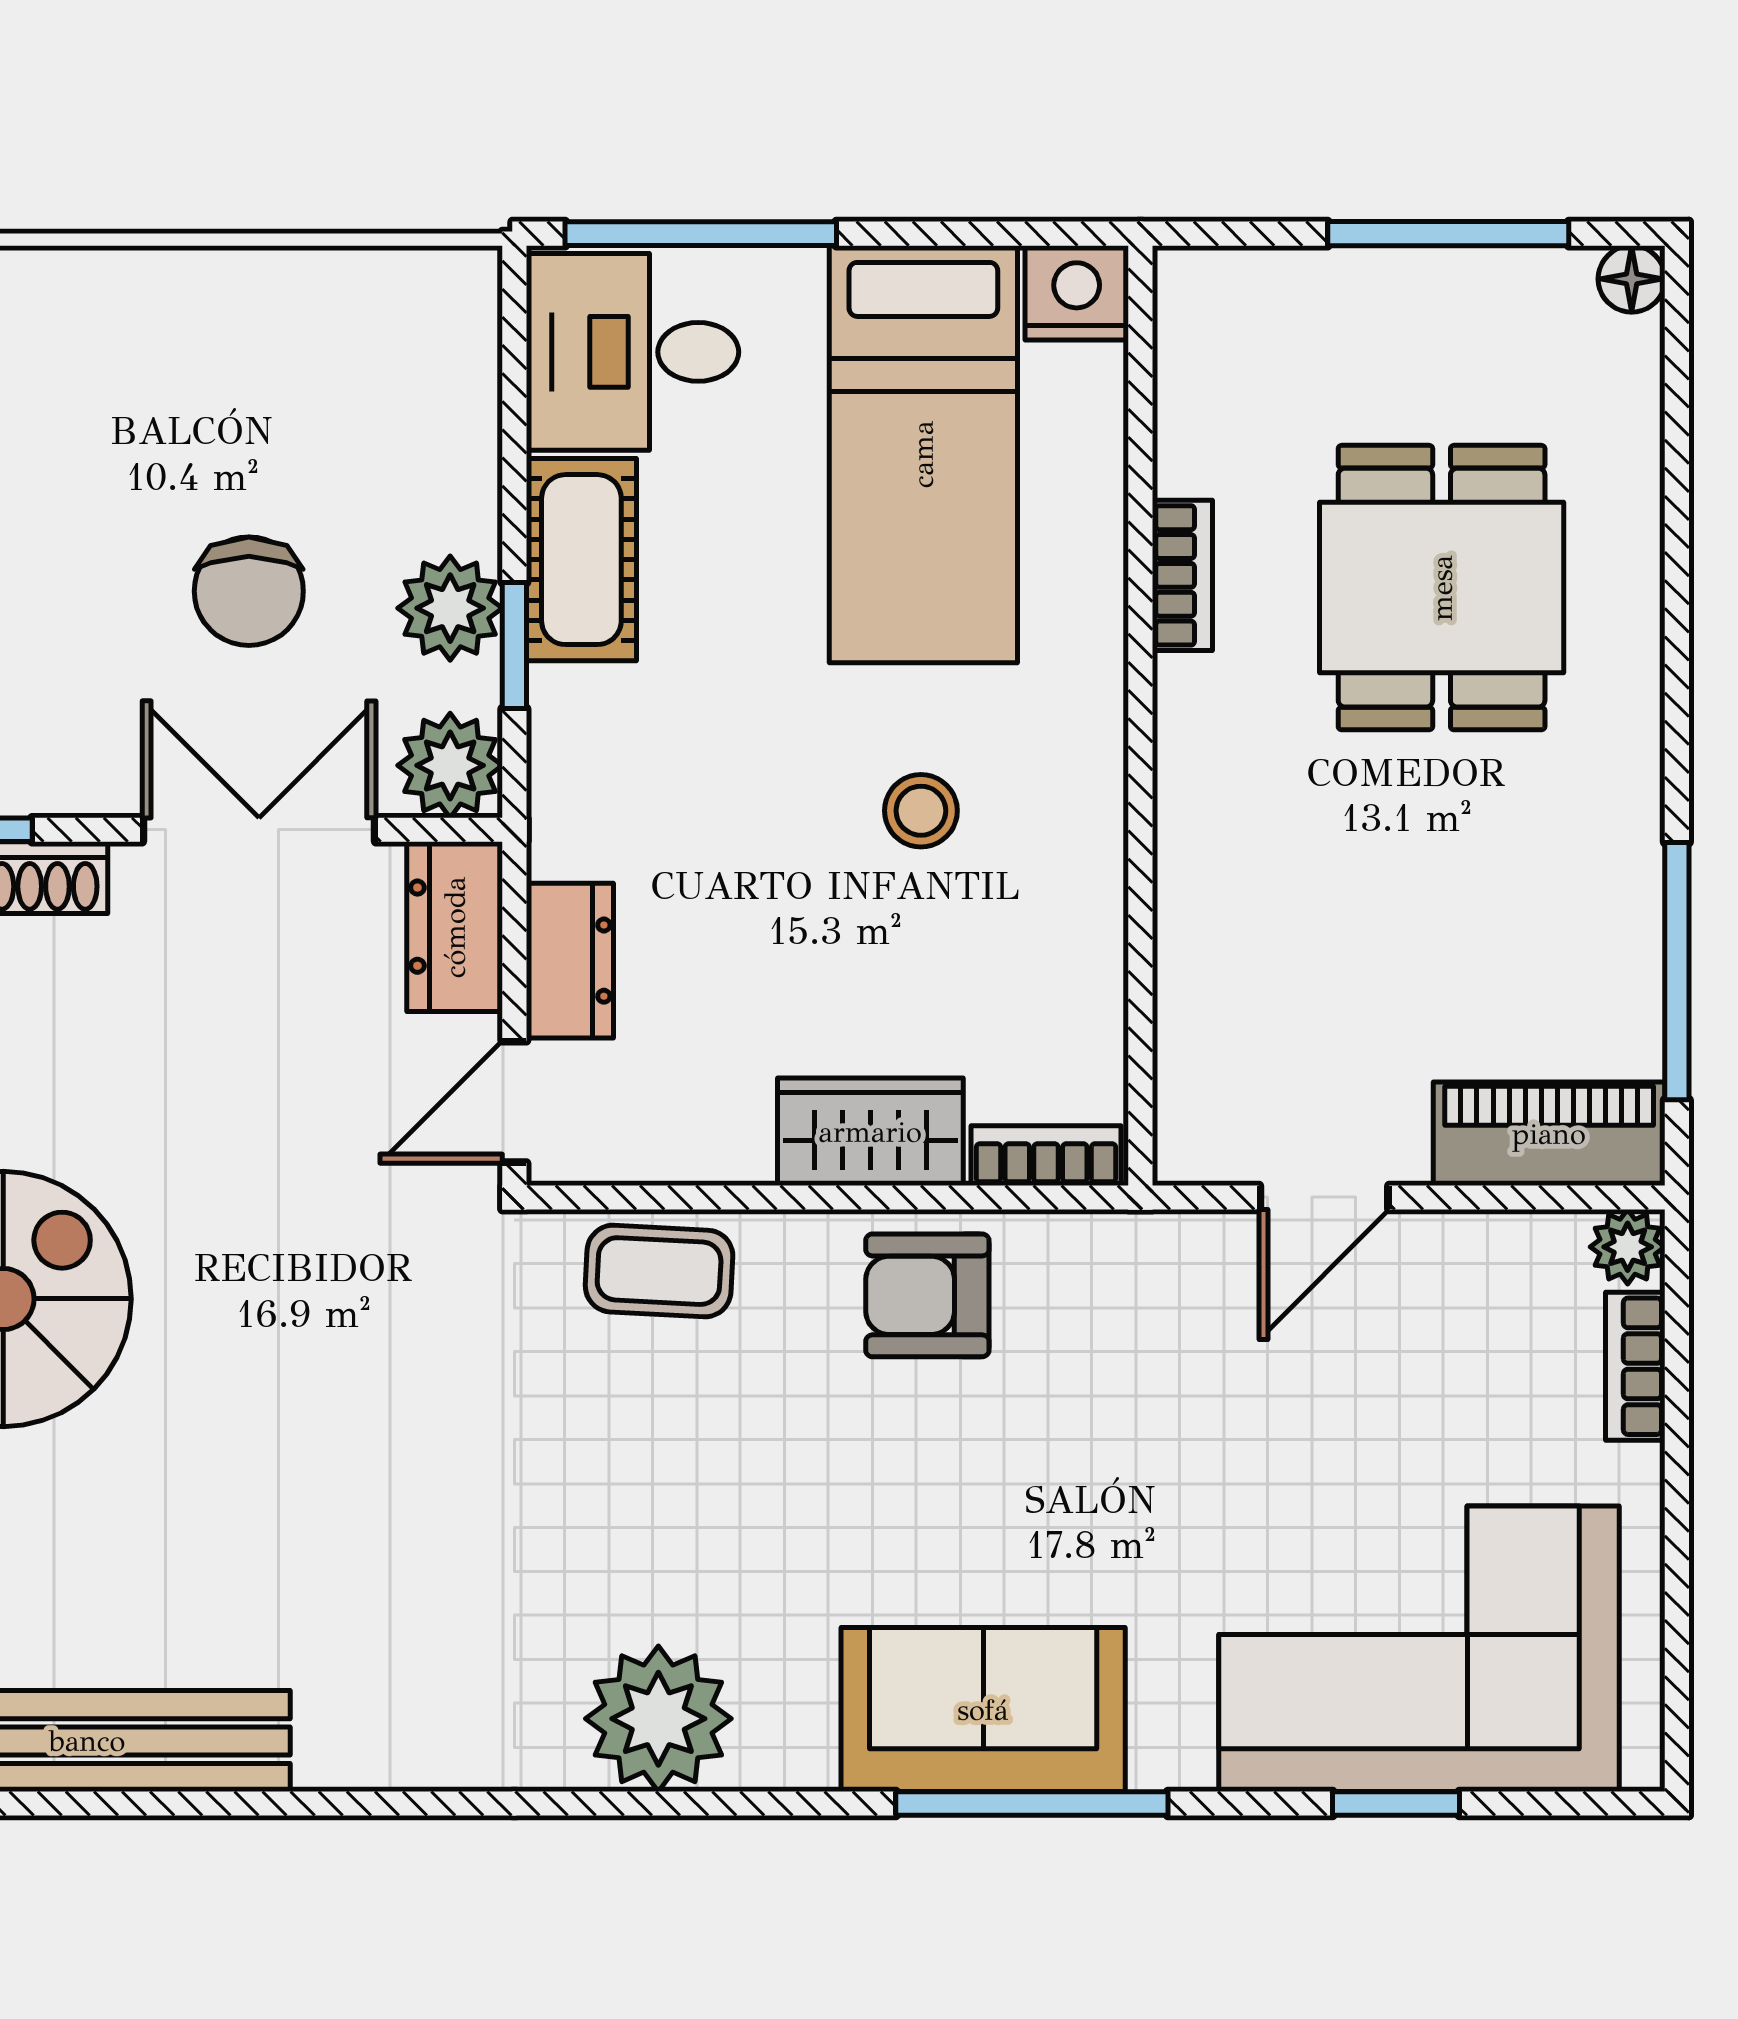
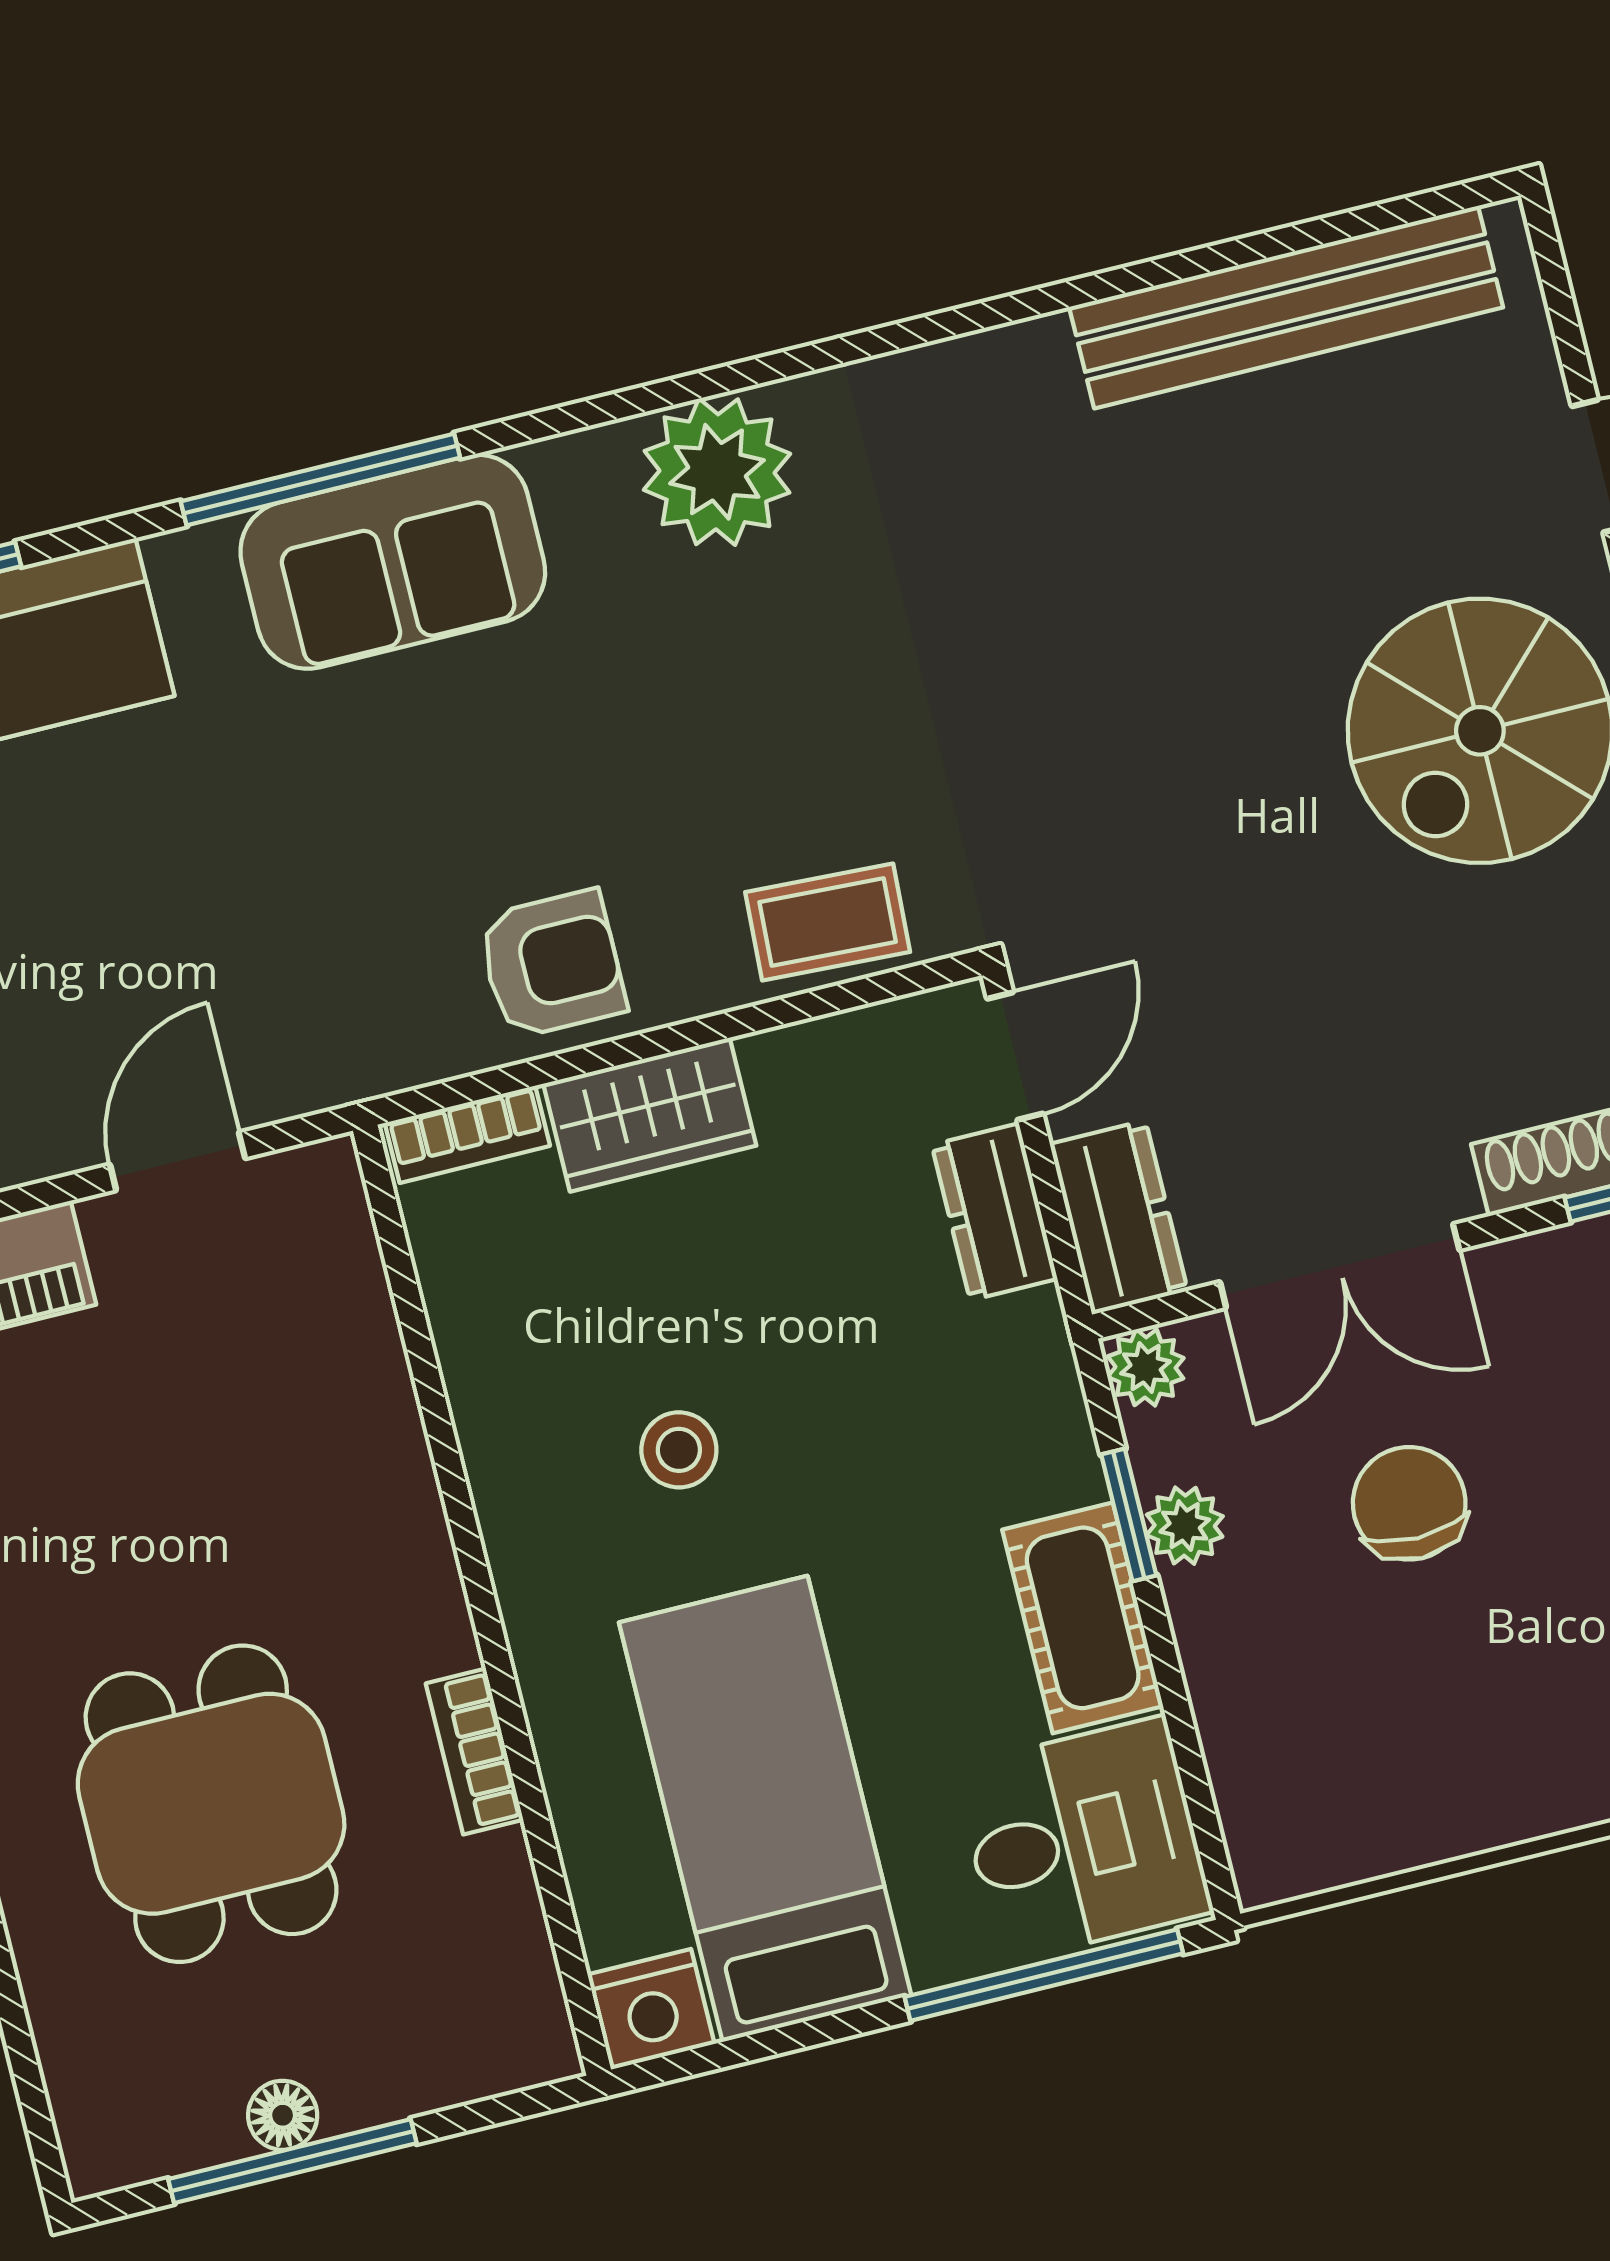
floor lamp: (1632, 279) -> (283, 2115), moved
plant: (450, 608) -> (1185, 1526), width x0.73, depth x0.73
plant: (450, 765) -> (1146, 1367), width x0.73, depth x0.73

